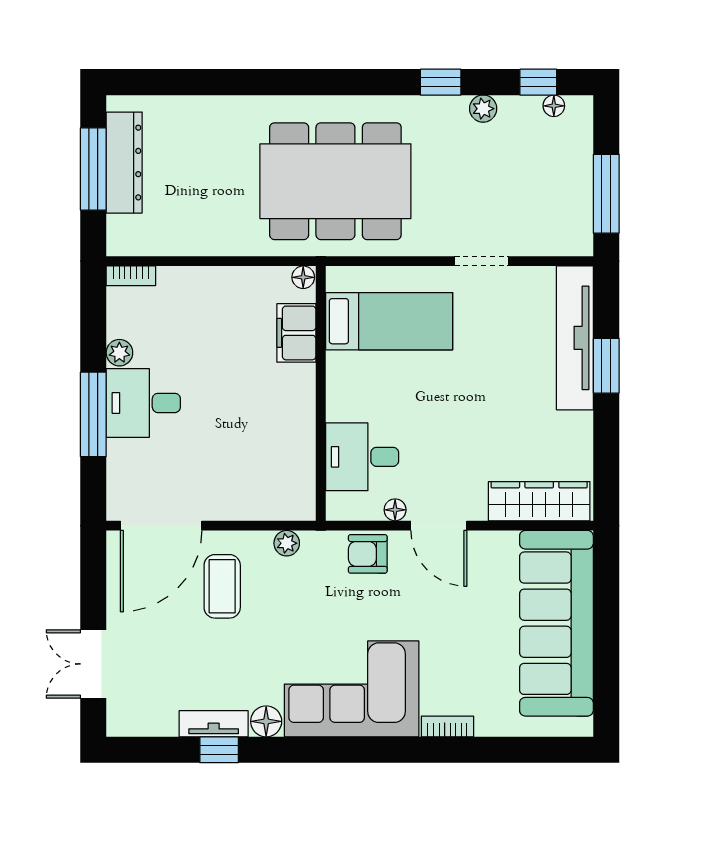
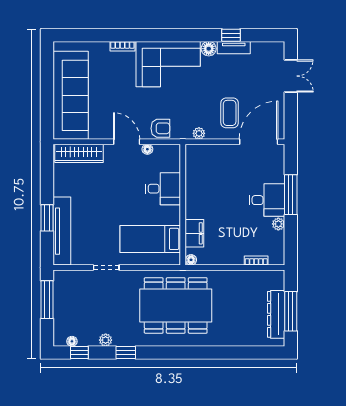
bookcase: (131, 276) -> (256, 261), moved
desk: (362, 457) -> (163, 189), moved

